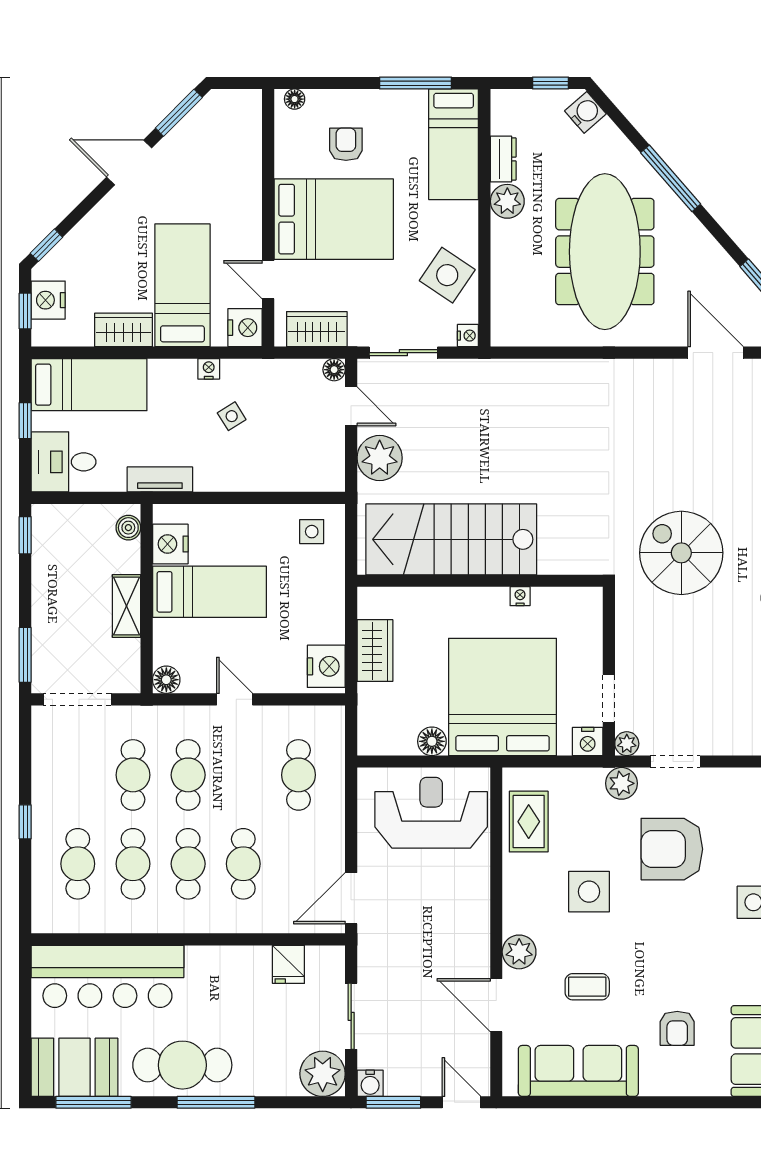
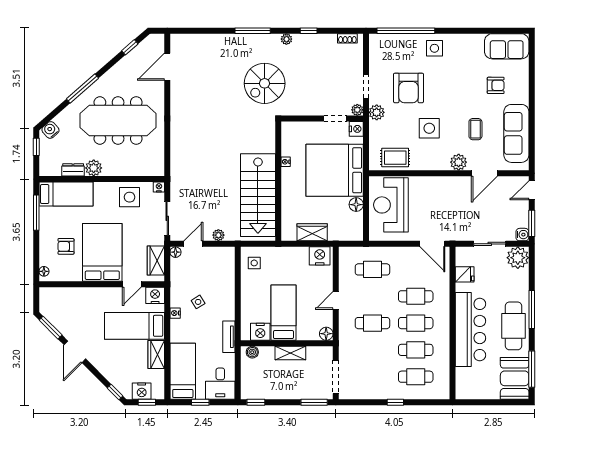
side table: (447, 275) -> (130, 197), turned -34
plant: (380, 458) -> (218, 235), width x0.53, depth x0.53
cafe table: (133, 775) -> (372, 350), removed
bar counter: (107, 976) -> (470, 330), moved

